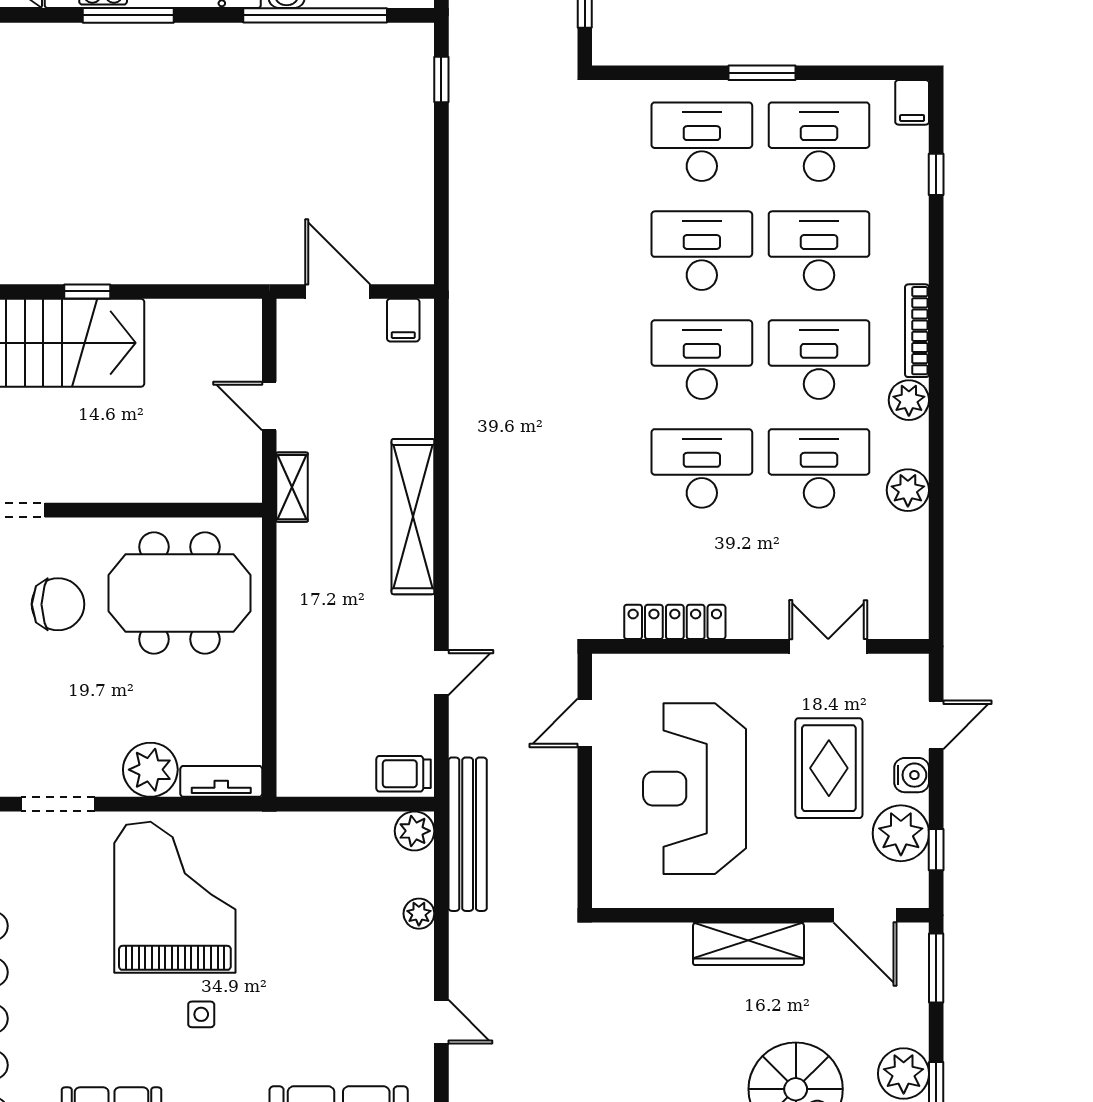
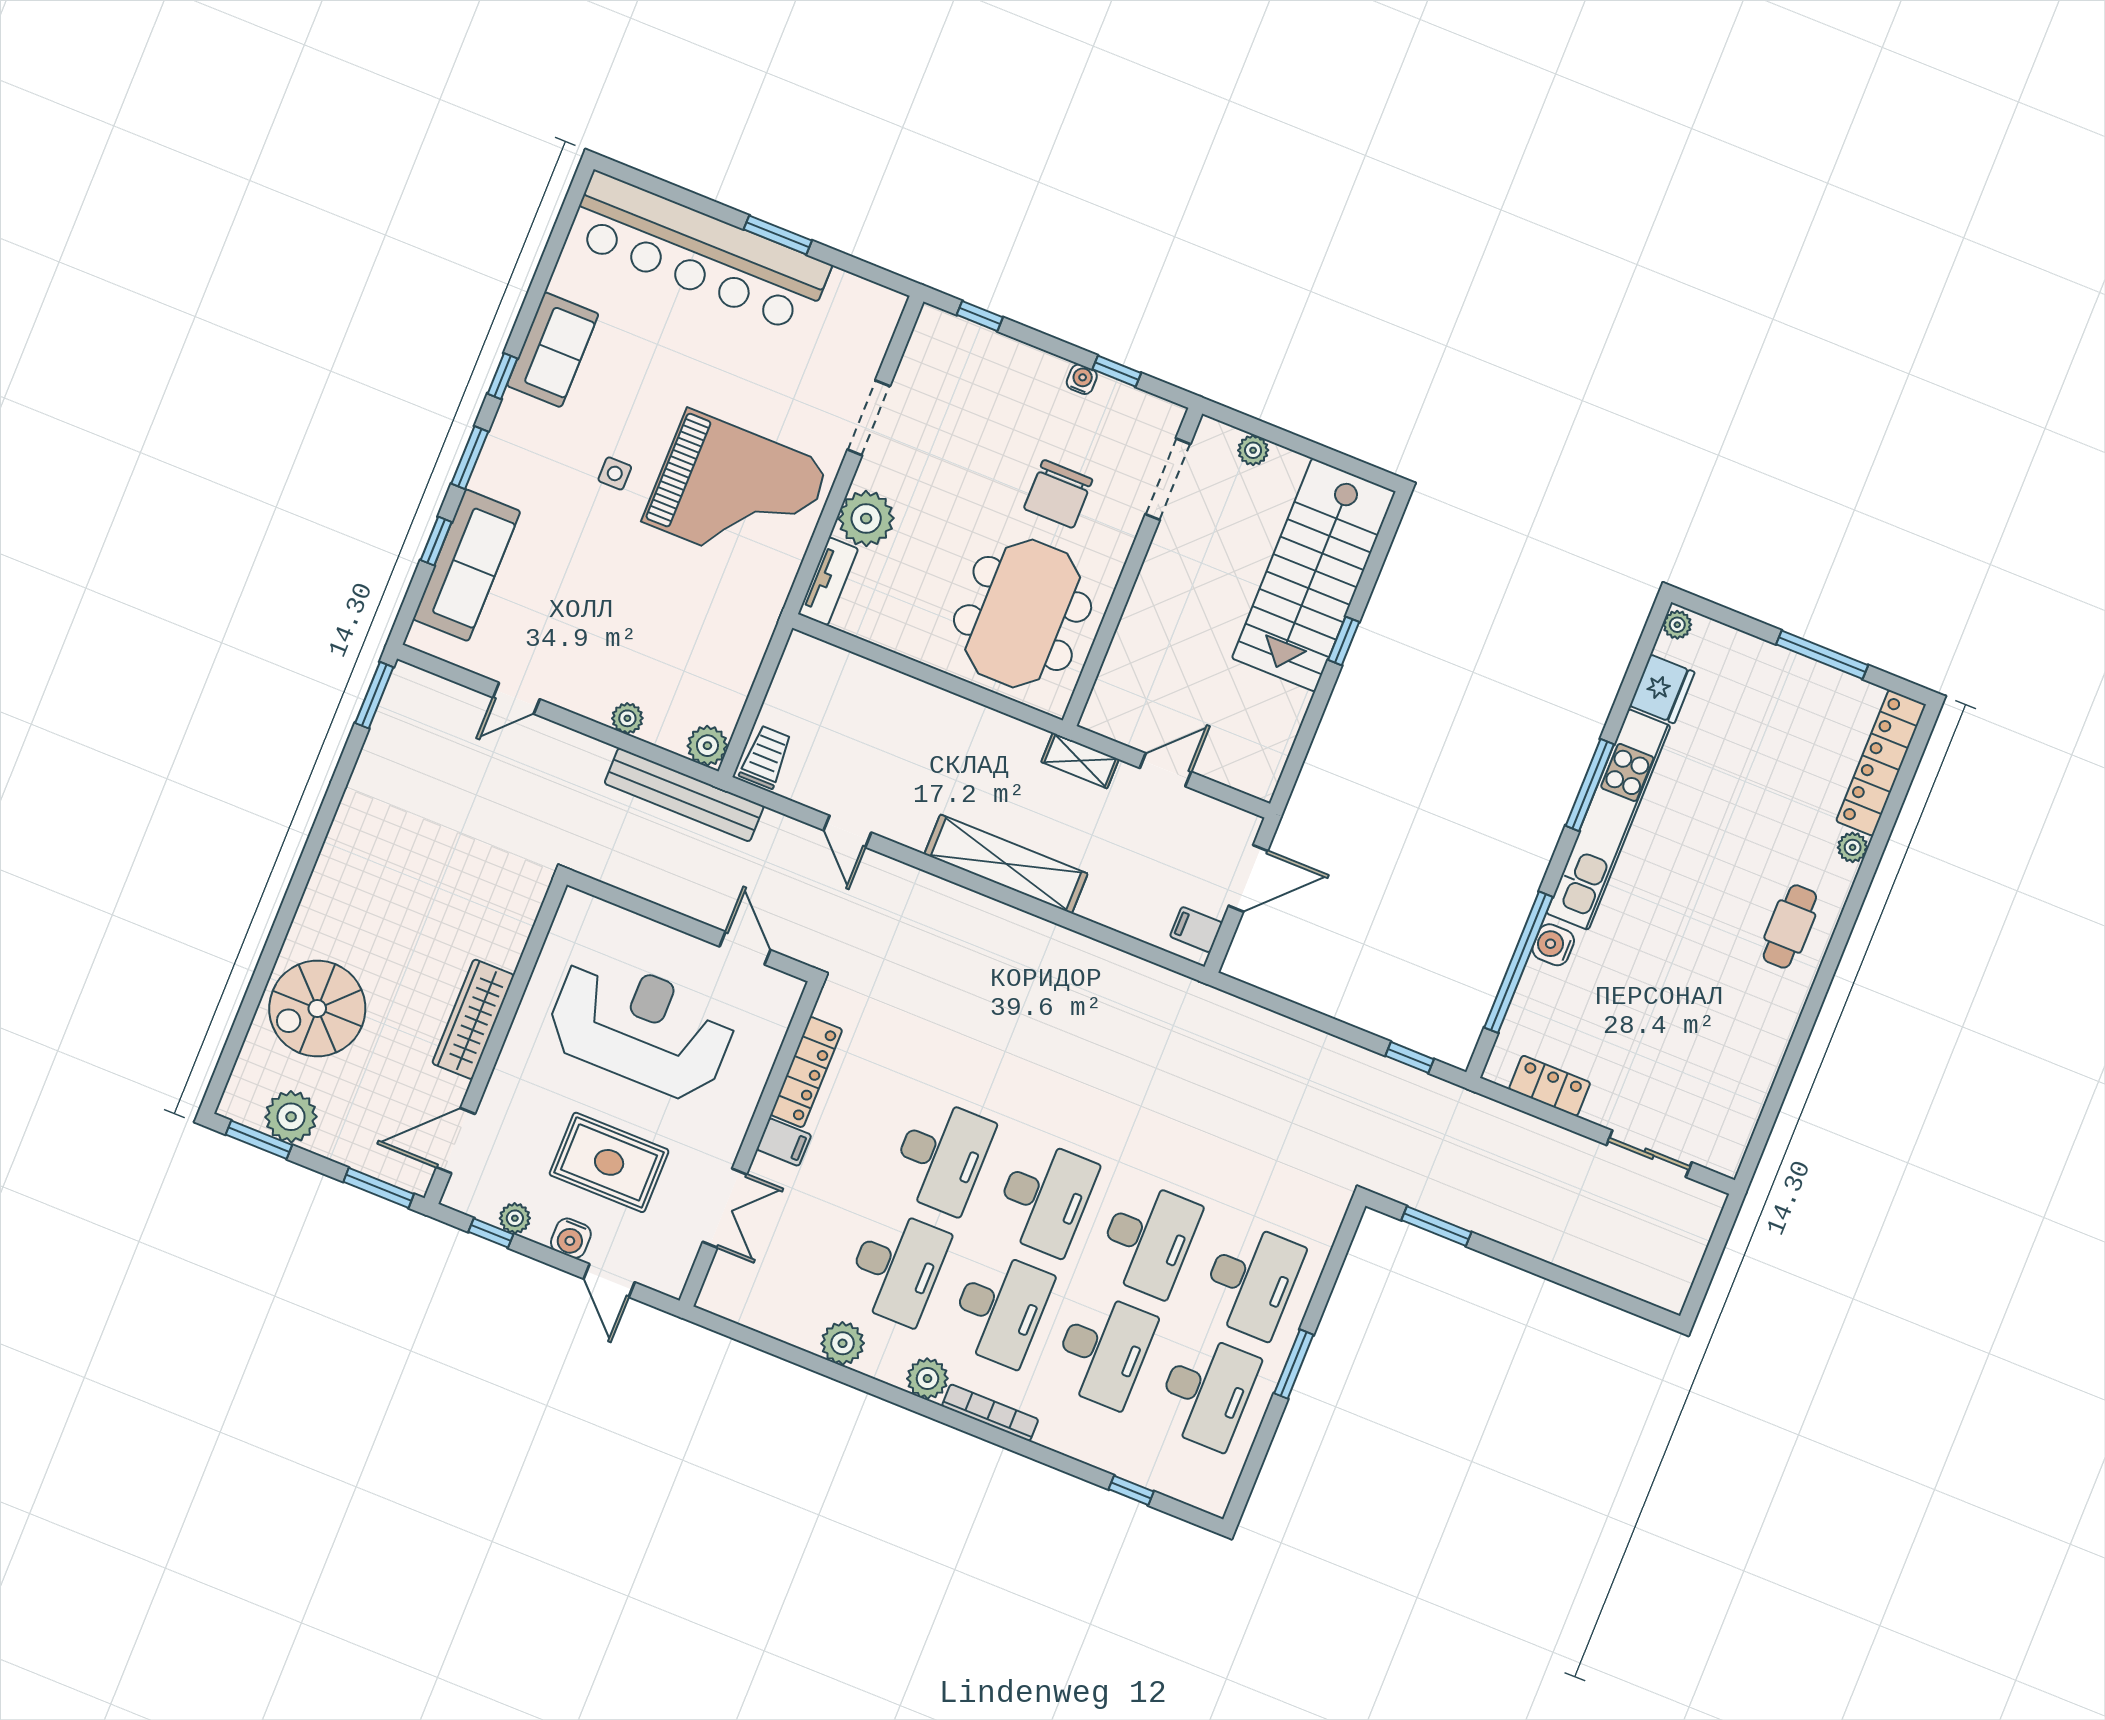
filing cabinet: (912, 102) -> (784, 1142), moved, turned 180
plant: (901, 833) -> (515, 1218), width x0.53, depth x0.53

